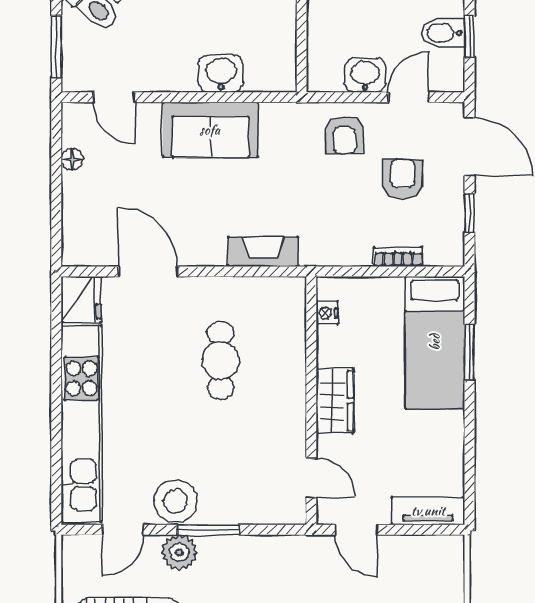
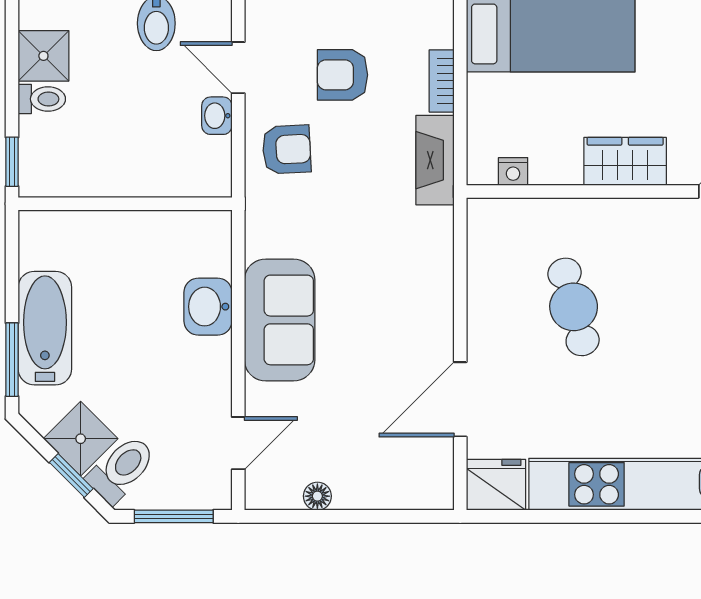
washbasin: (365, 75) -> (217, 116), width x0.72, depth x0.69
fireplace: (263, 252) -> (435, 160), moved
cafe table: (221, 360) -> (574, 307), turned 75

